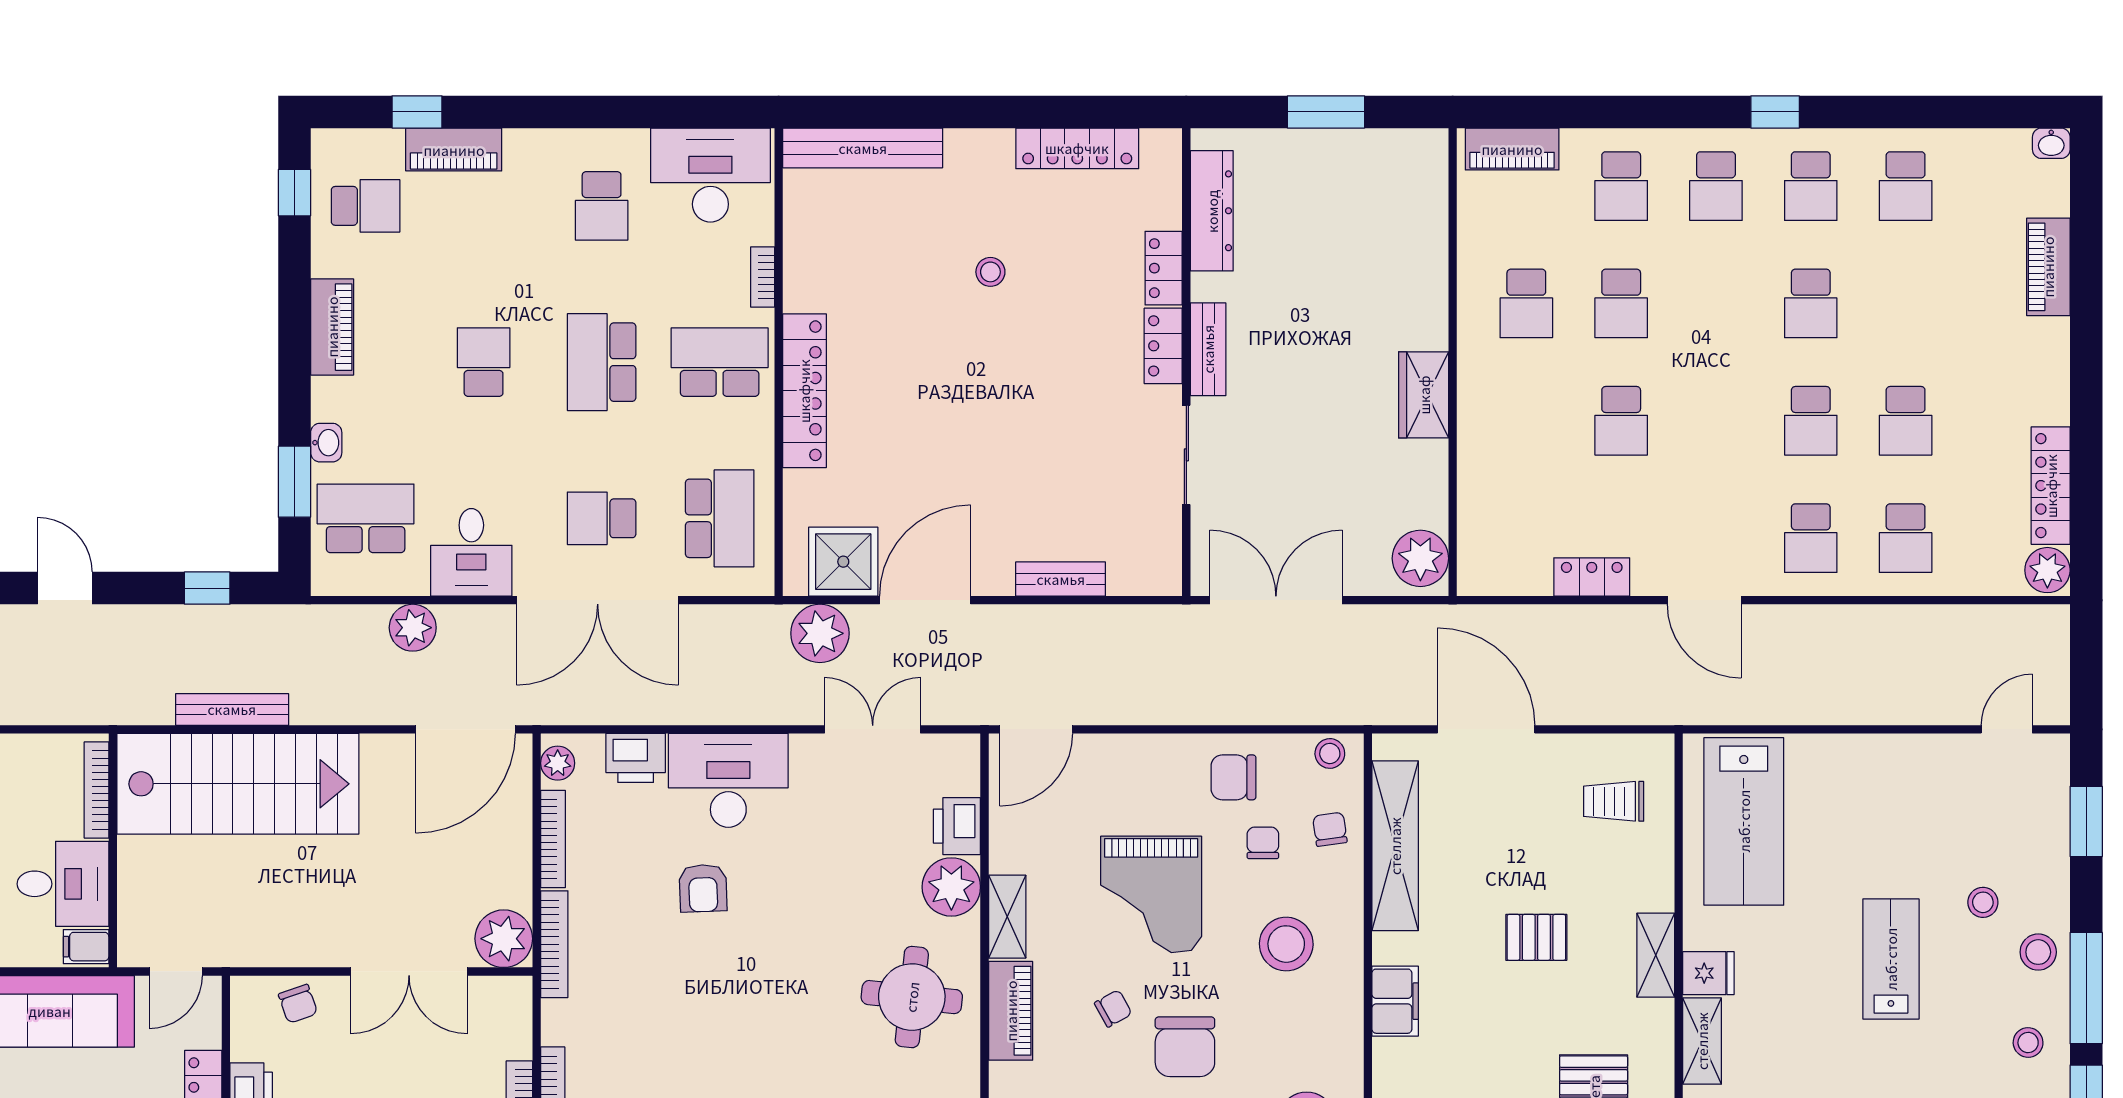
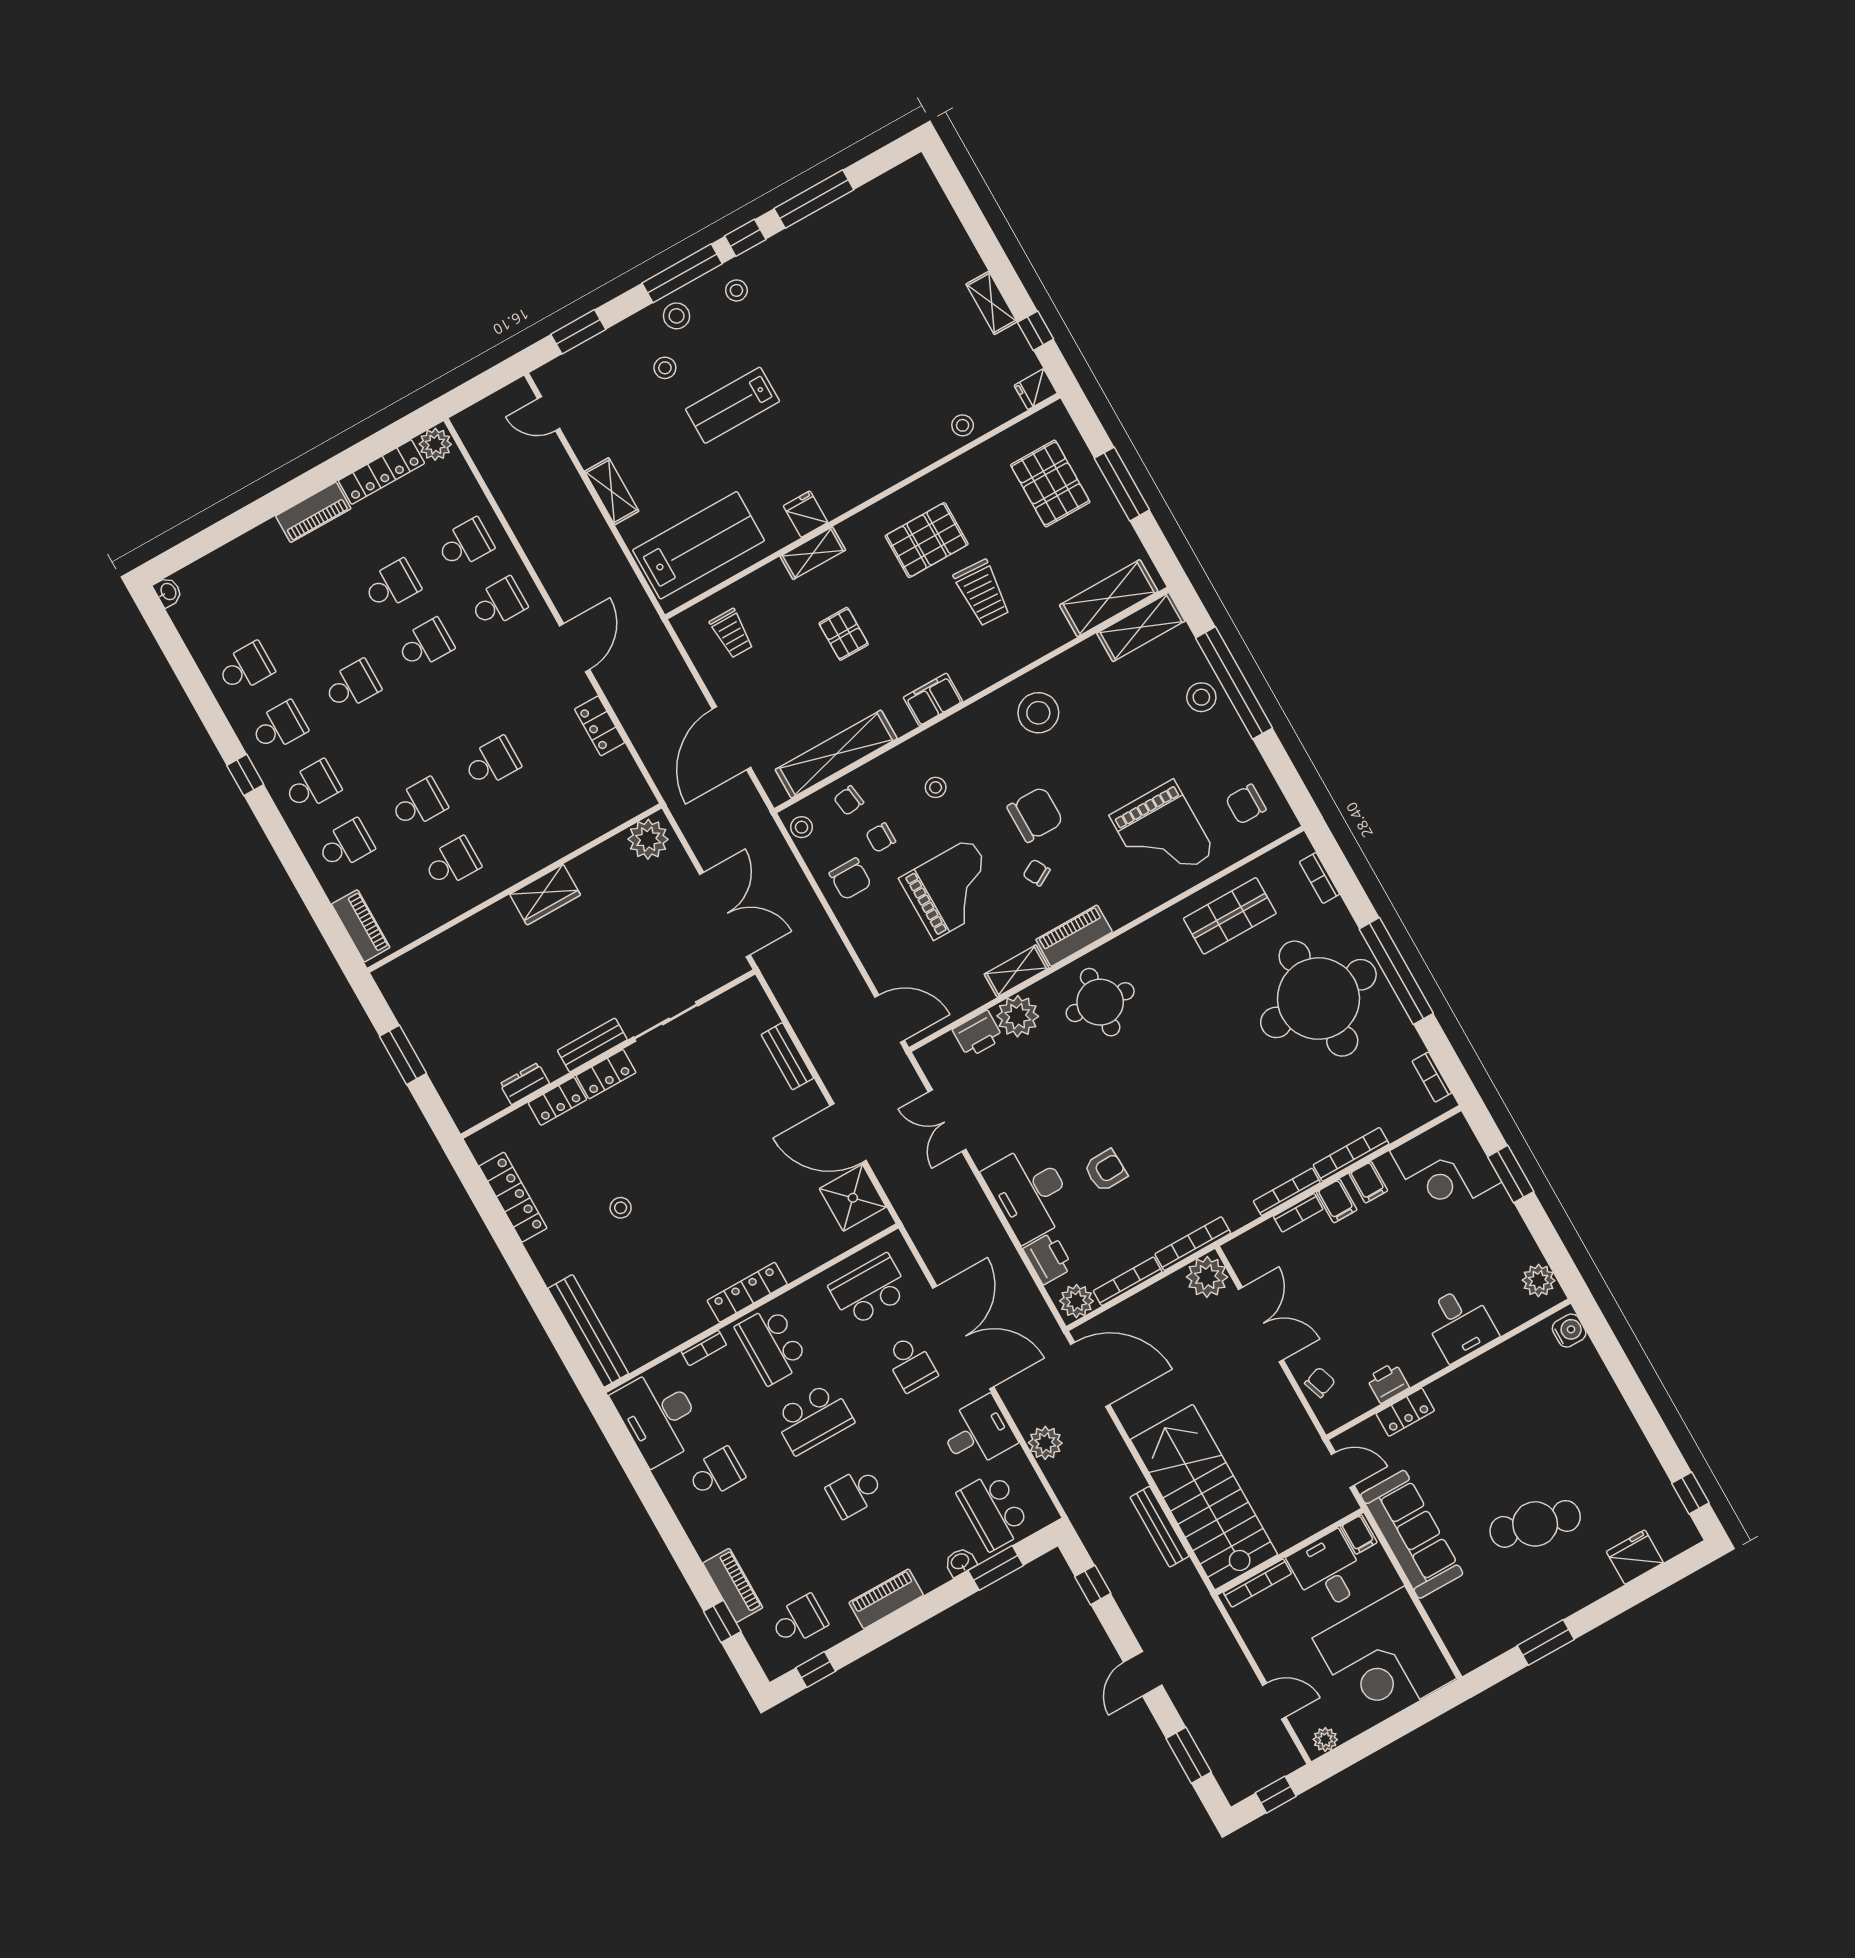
school desk: (366, 206) -> (799, 1620), turned 90
dresser: (1212, 211) -> (525, 1084), width x0.51, depth x0.80
piano: (2048, 267) -> (313, 512), moved
locker: (804, 391) -> (747, 1292), width x0.71, depth x0.83
double door: (1276, 600) -> (725, 915), swing flipped
plant: (820, 633) -> (906, 1187), removed
plant: (558, 763) -> (1077, 1301), width x1.38, depth x1.38
stool: (1286, 944) -> (936, 787), width x0.53, depth x0.53
shelving: (1702, 1041) -> (612, 491), moved, turned 90

